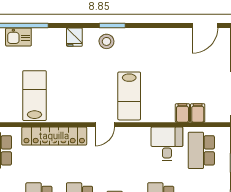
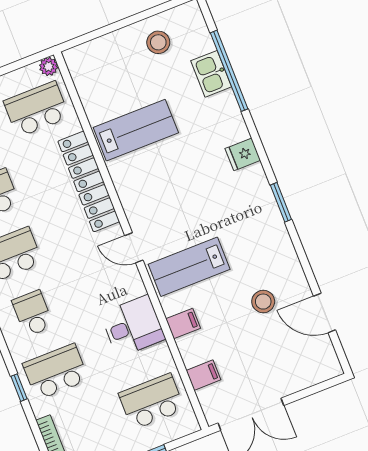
door: (205, 25) -> (325, 313), moved
stool: (106, 41) -> (263, 302), moved
filing cabinet: (182, 113) -> (183, 323), moved
desk: (167, 144) -> (133, 326), moved

